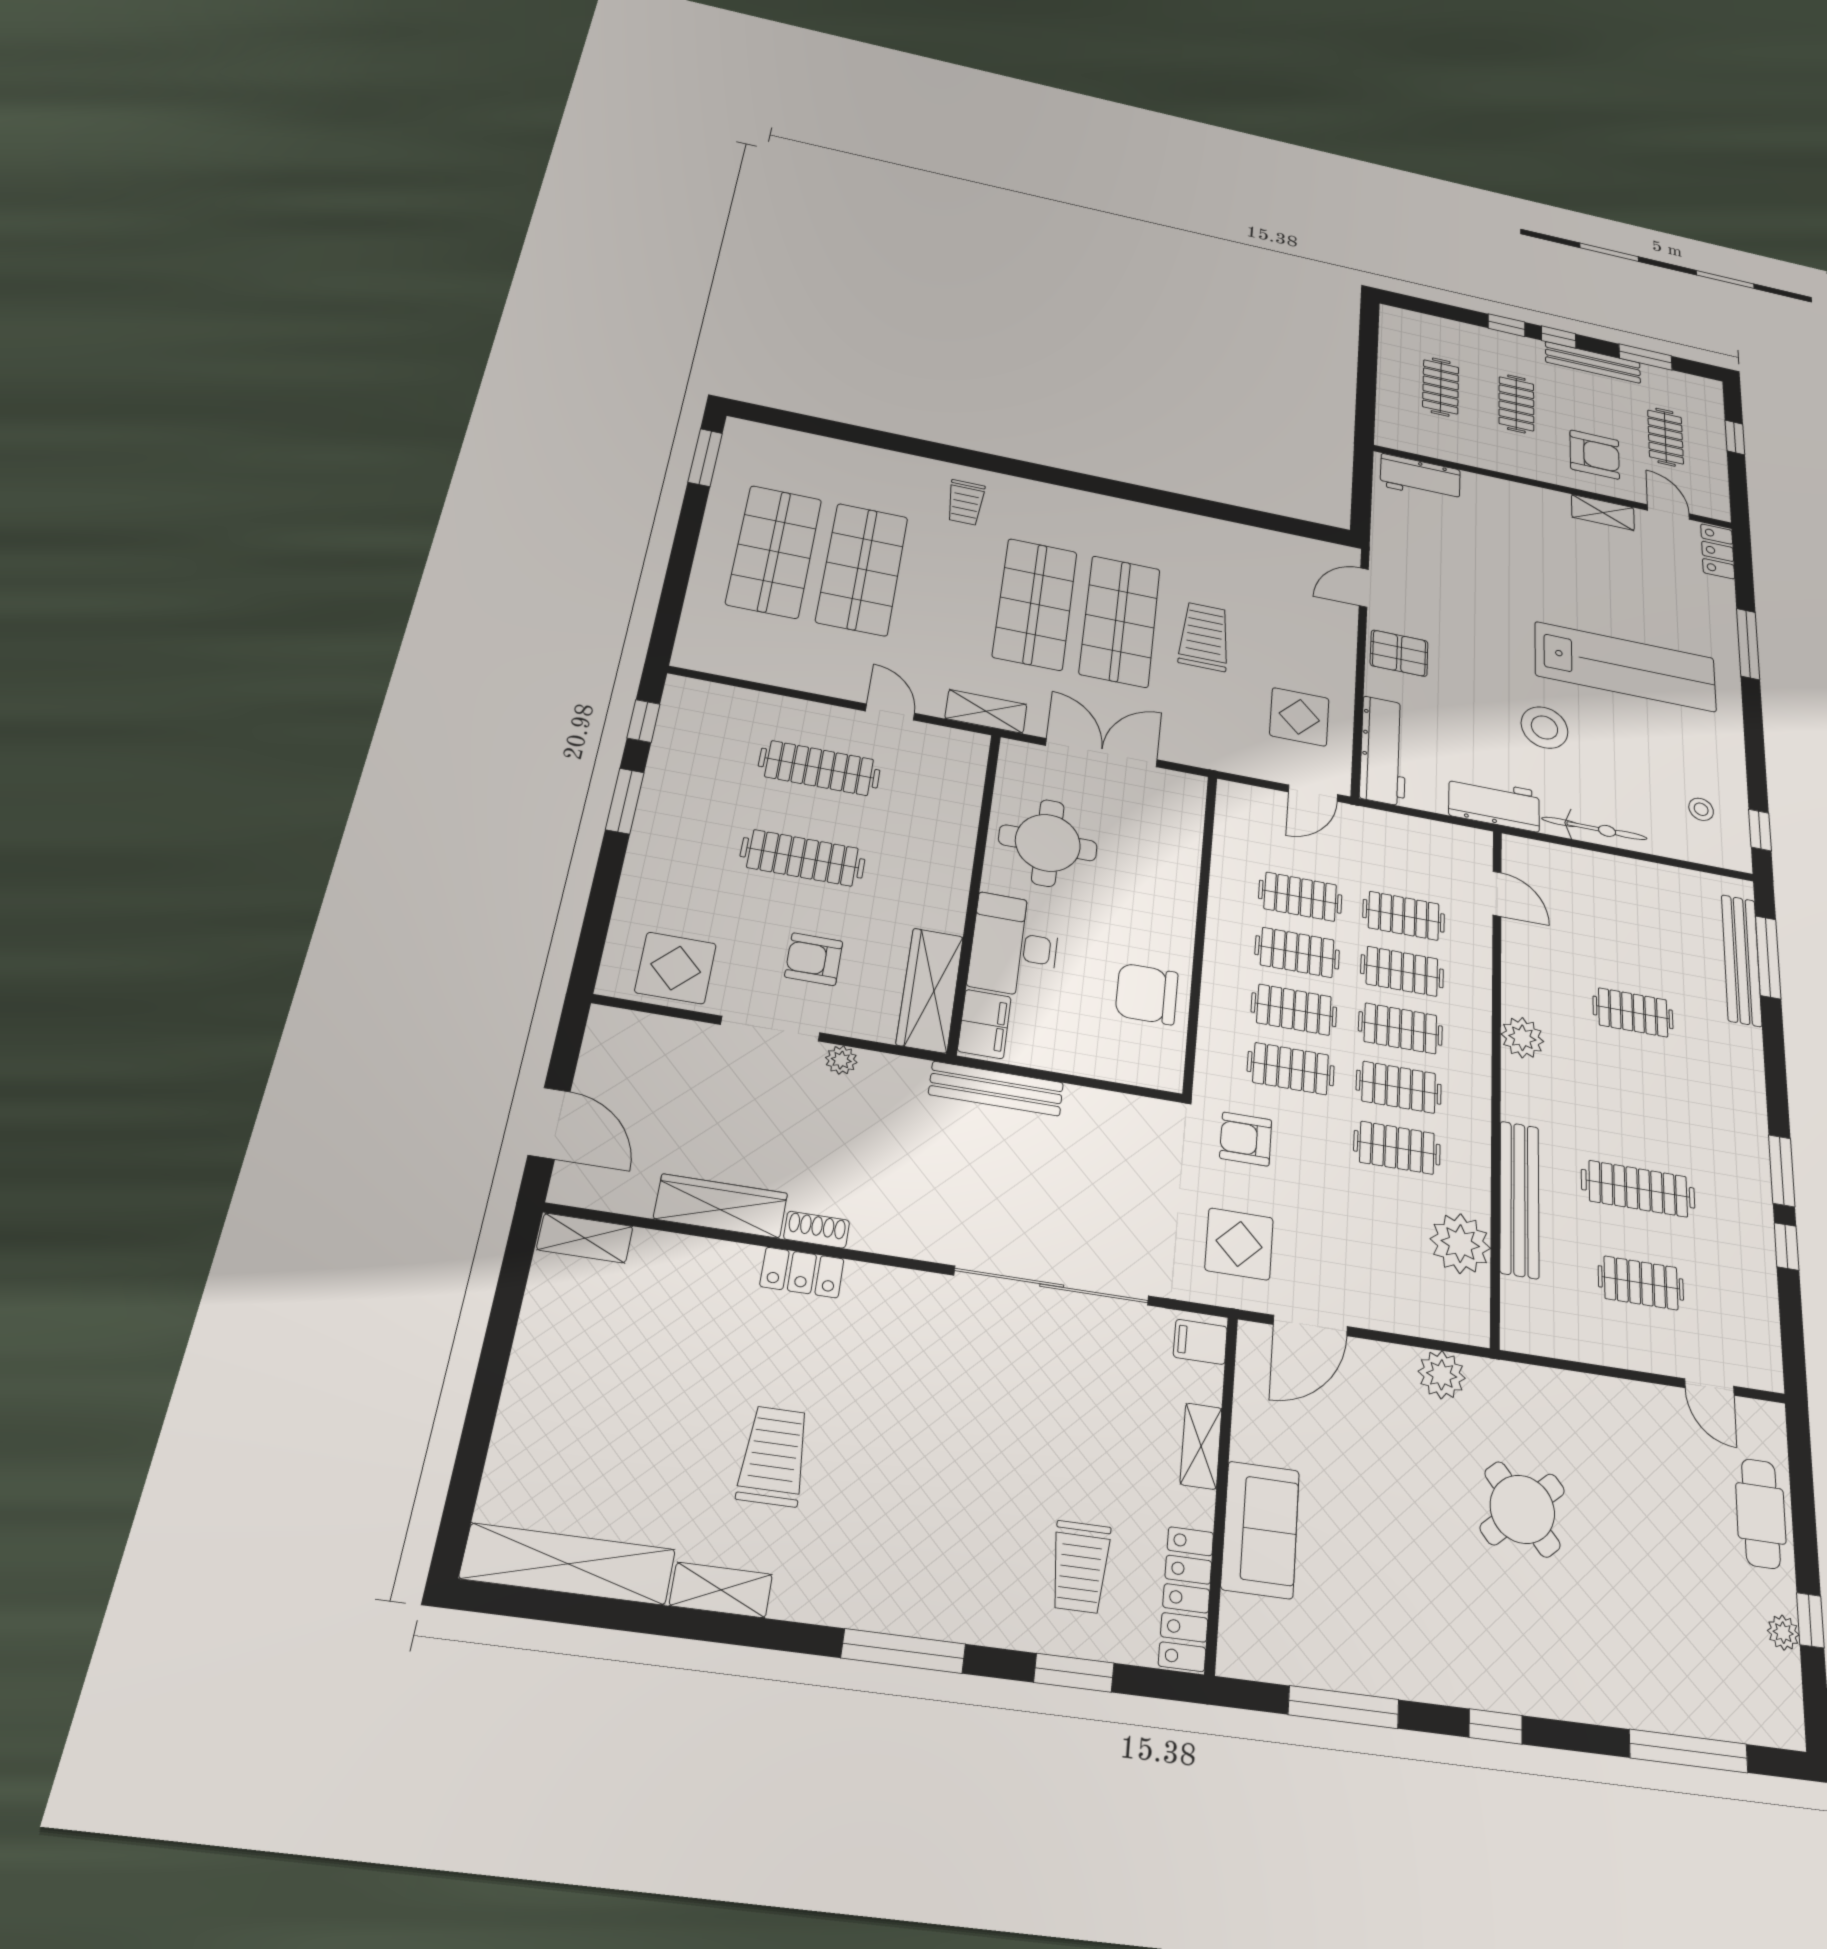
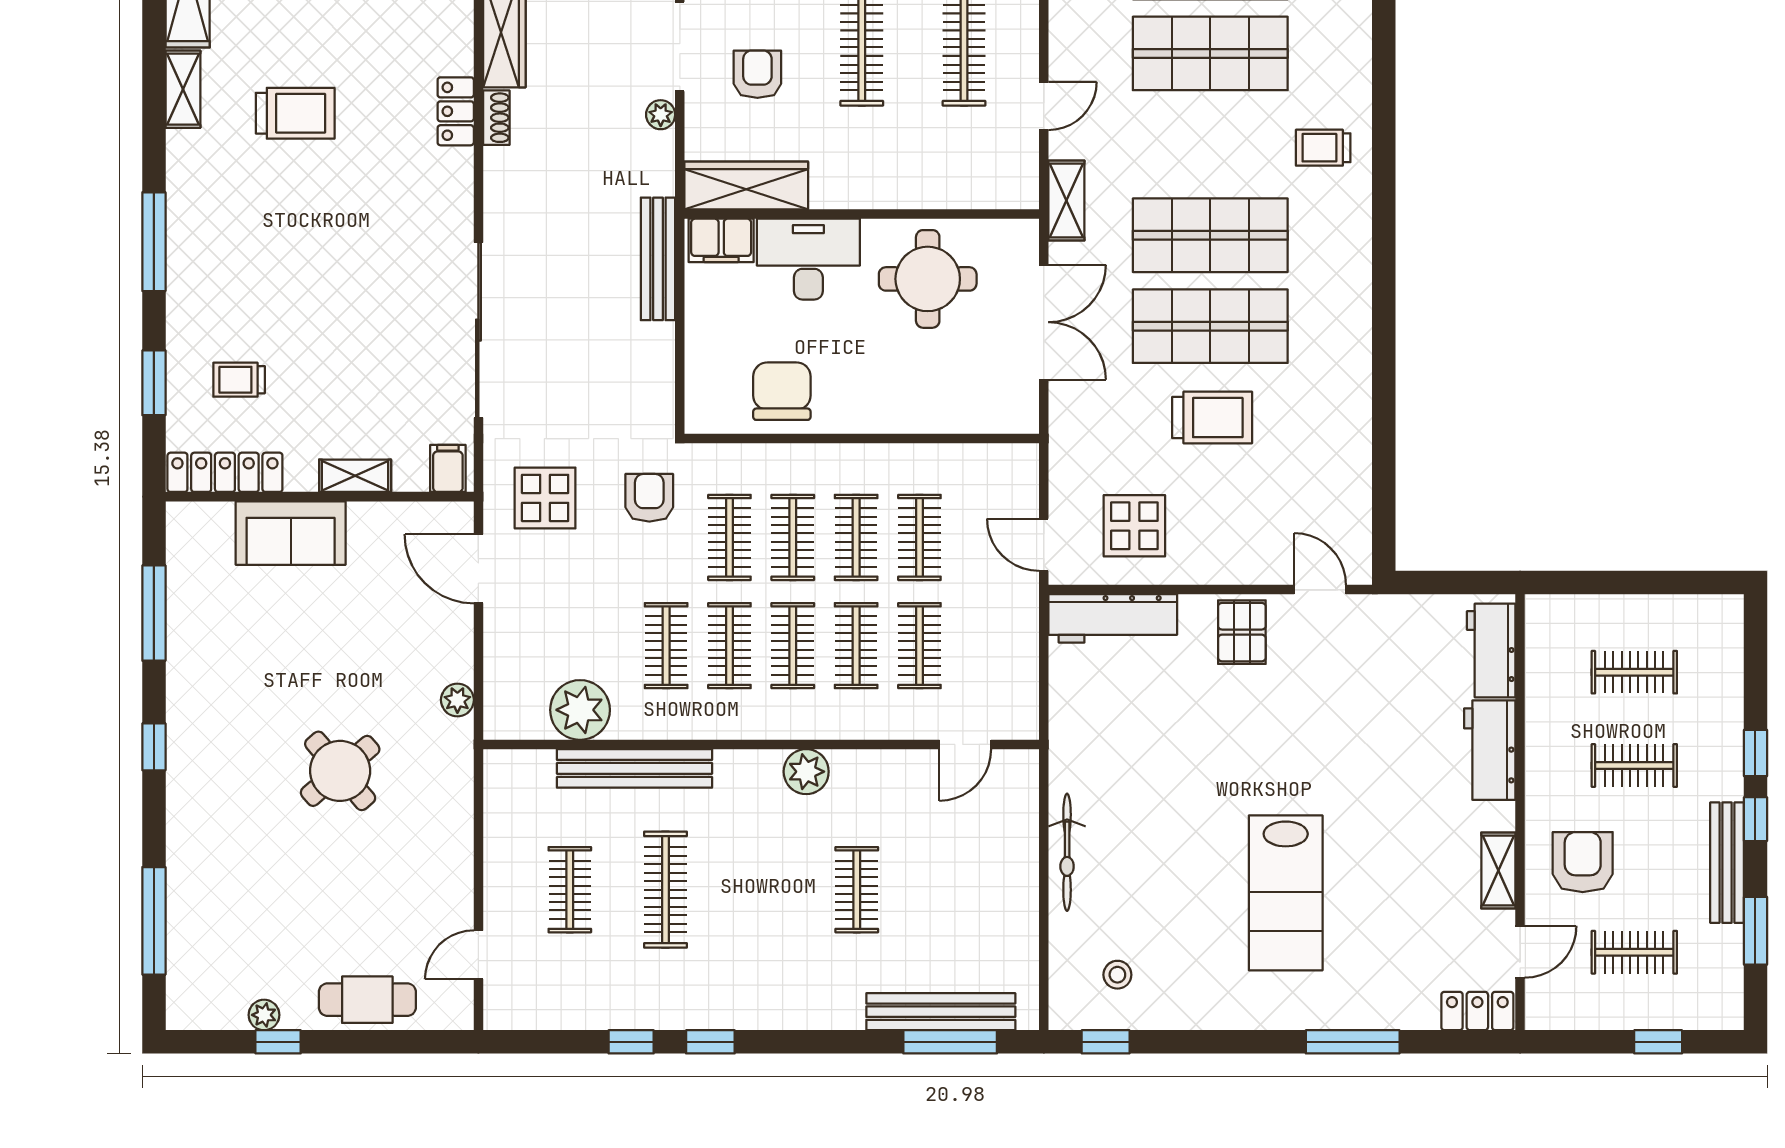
armchair: (1595, 455) -> (1583, 862), turned 180
lab bench: (1626, 667) -> (1286, 893), width x0.73
stool: (1544, 728) -> (1183, 797), removed
workbench: (1494, 803) -> (1490, 750), moved, turned 180
window: (1782, 1171) -> (710, 1042), width x0.67
plant: (1442, 1375) -> (457, 700), width x0.73, depth x0.73
trolley: (1080, 1567) -> (239, 380), width x0.73, depth x0.72

